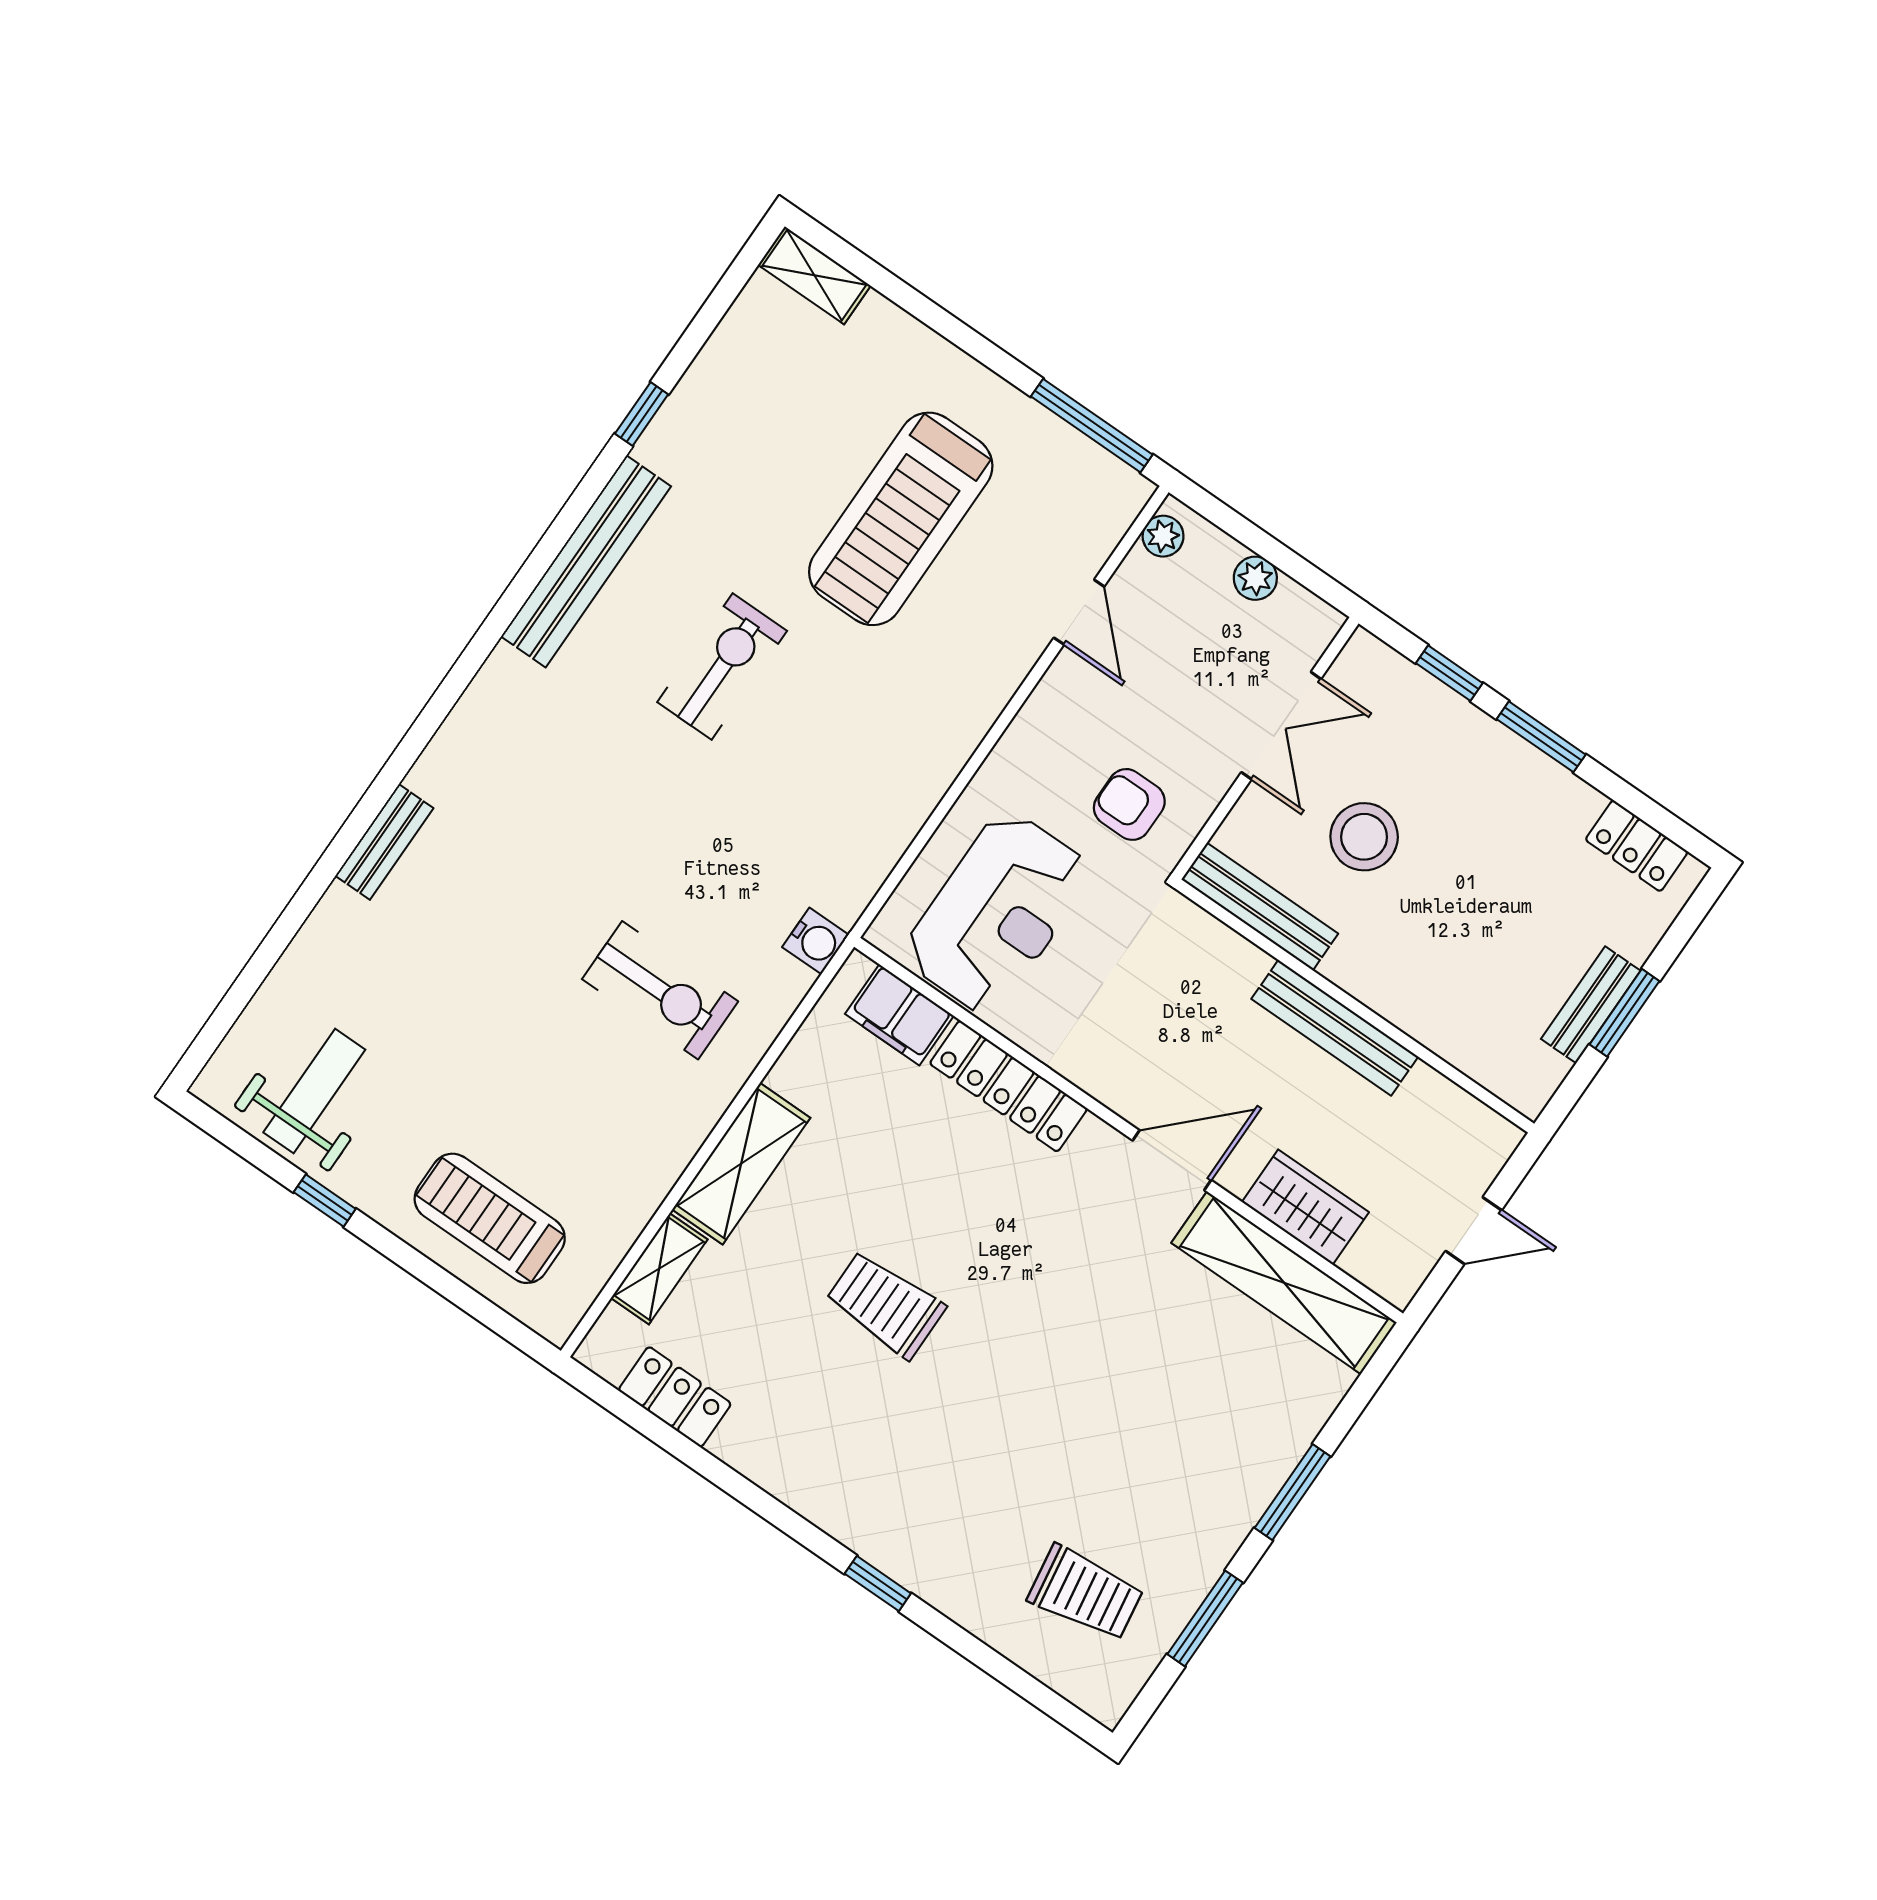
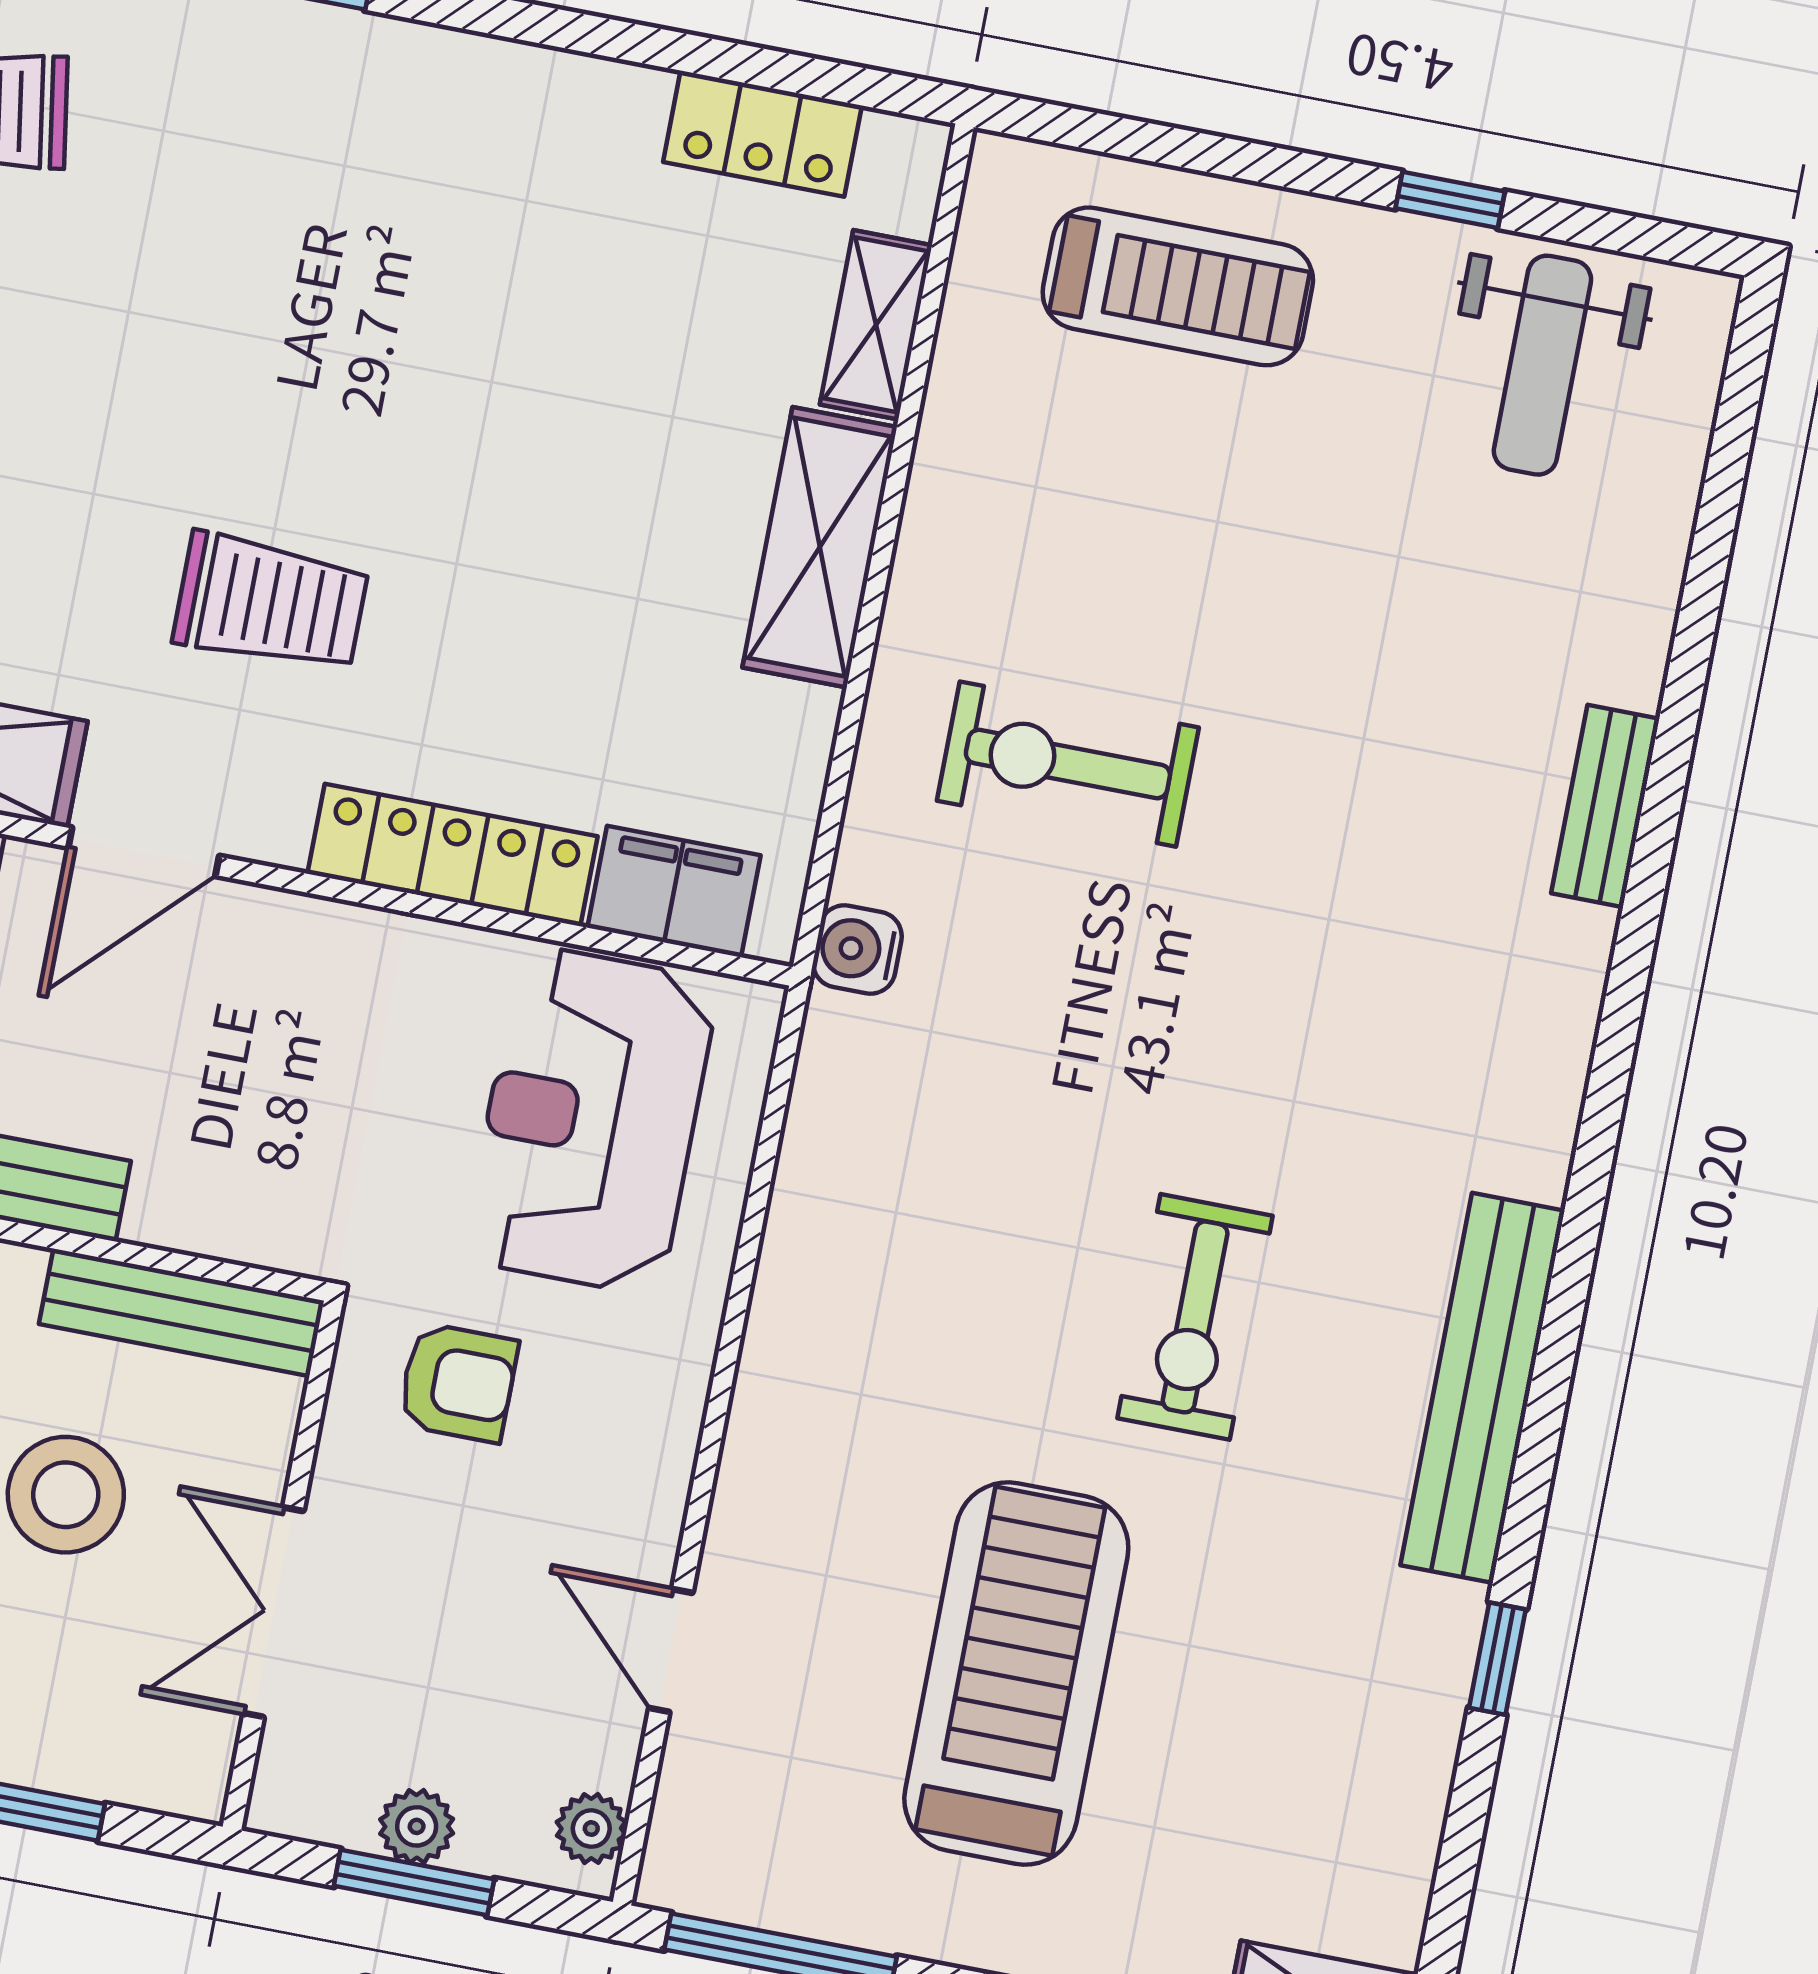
window: (1270, 549) -> (414, 1883), added
trolley: (886, 1304) -> (271, 603), moved

